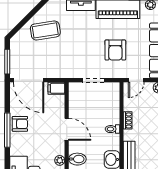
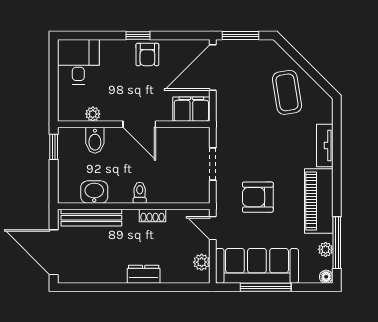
filing cabinet: (56, 88) -> (191, 109), width x2.00
door: (67, 129) -> (139, 124), hinge flipped
window: (7, 130) -> (138, 35), width x0.46

